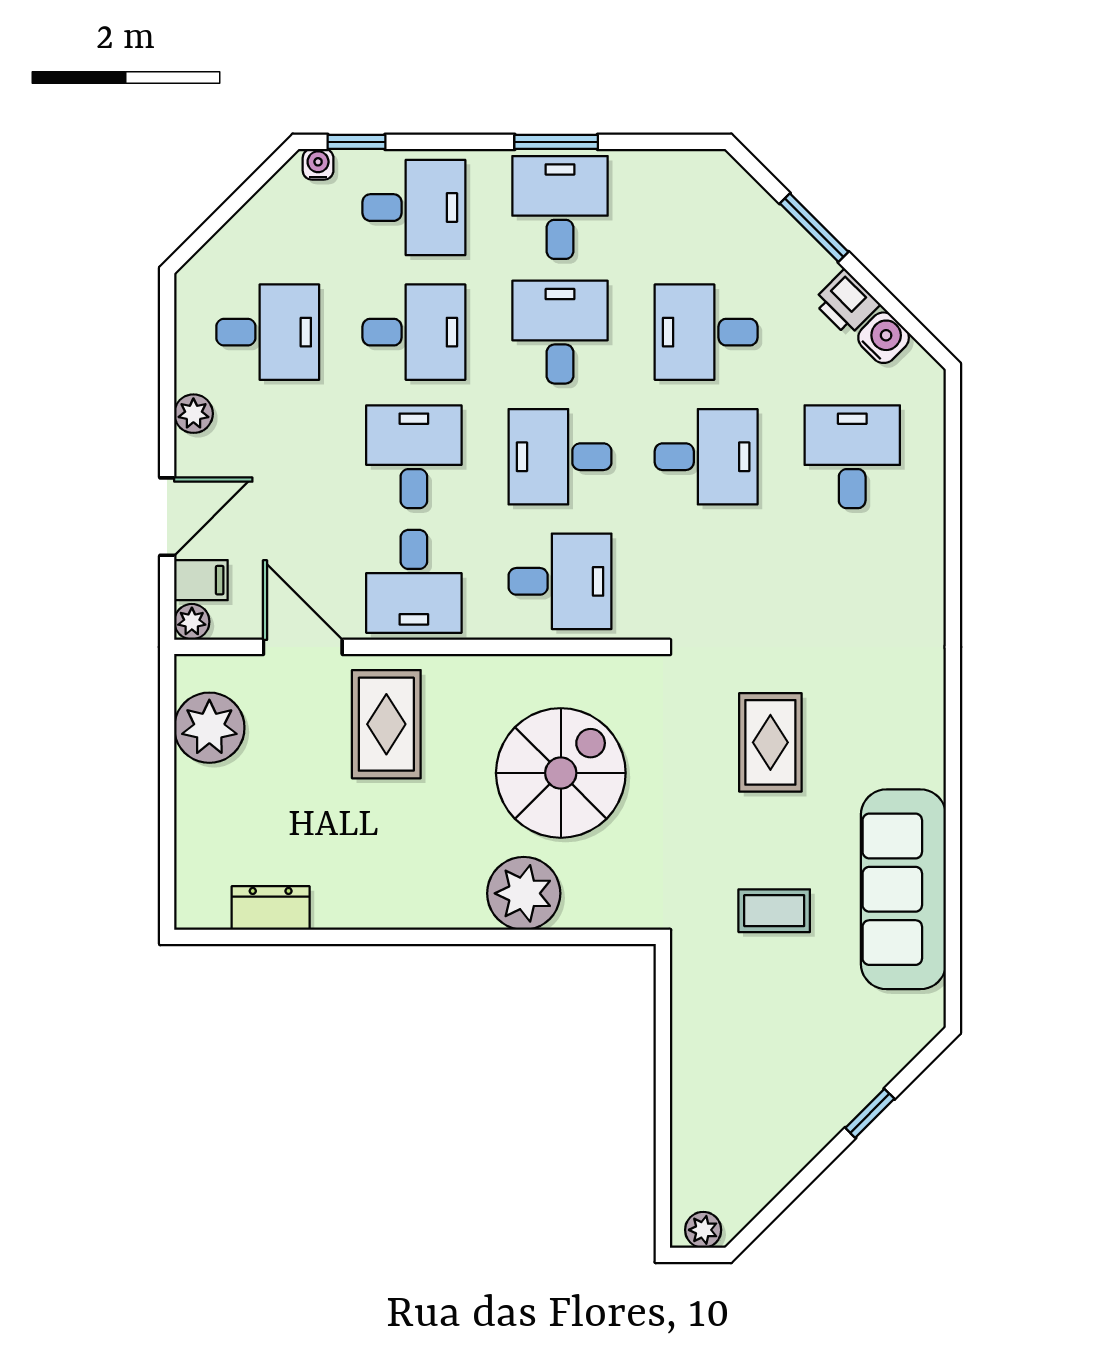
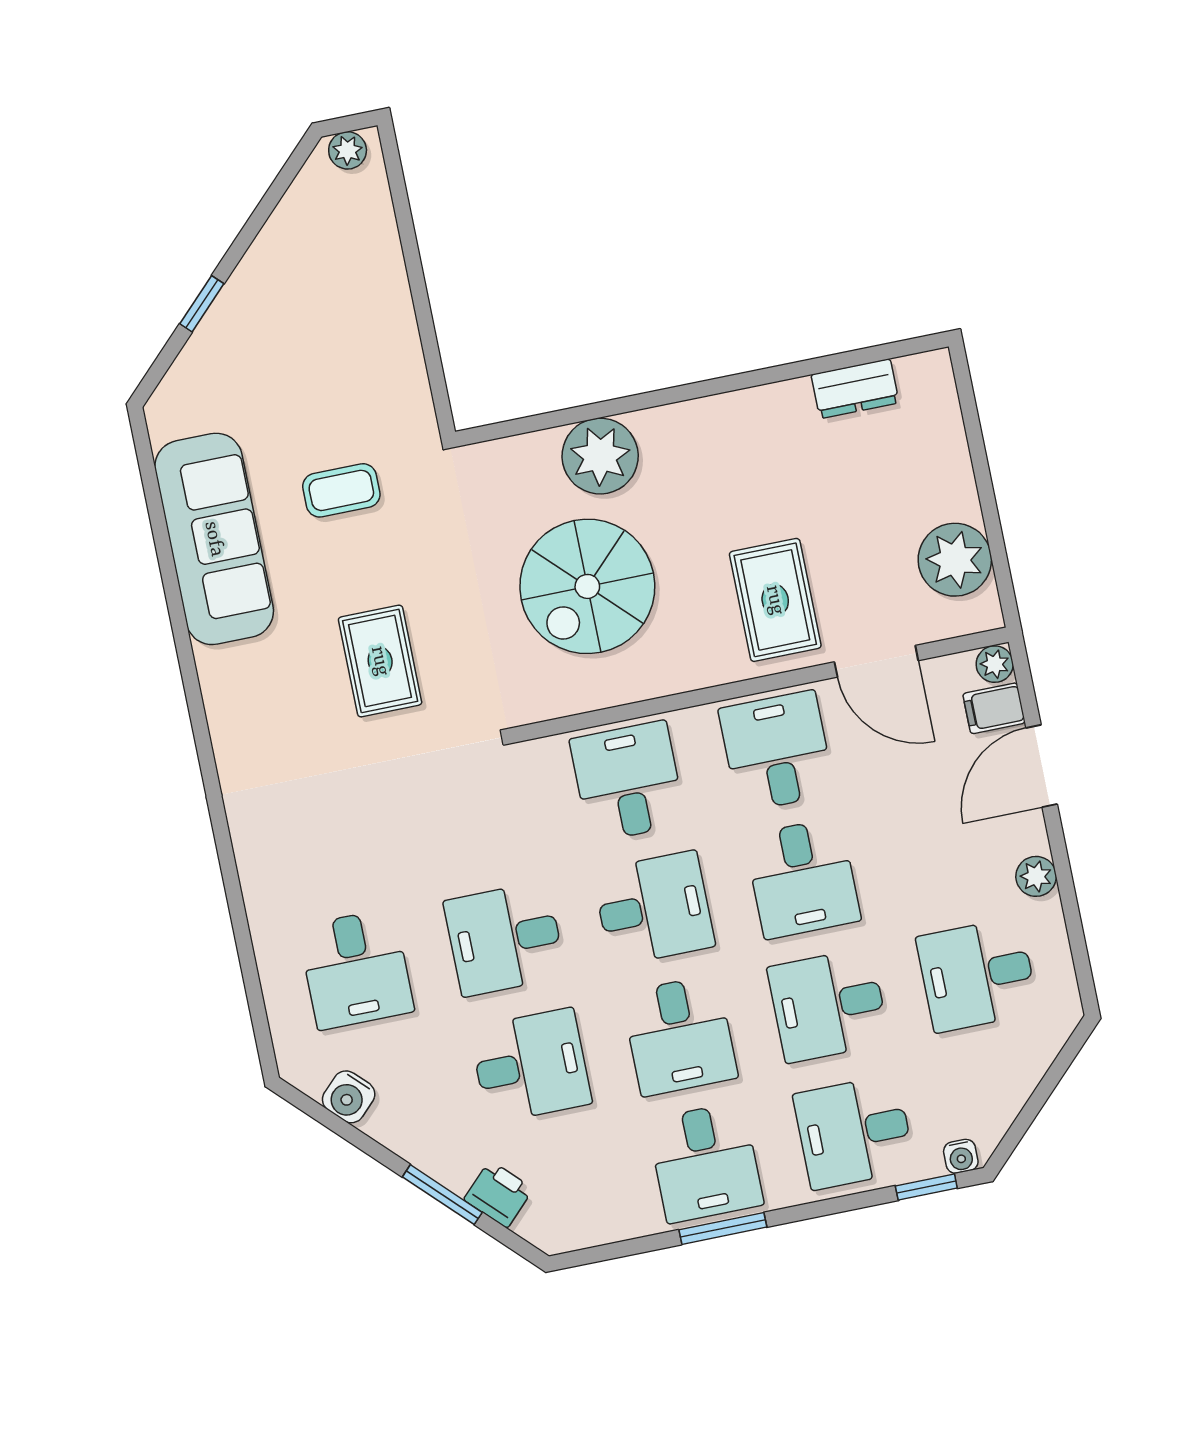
printer: (846, 303) -> (498, 1194), moved
desk: (560, 581) -> (628, 782), turned 90

